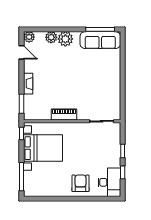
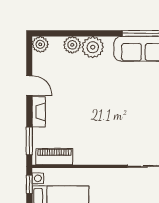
door: (22, 52) -> (29, 86), moved
piano: (64, 115) -> (54, 157), moved

